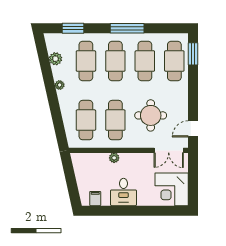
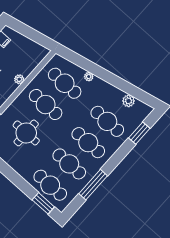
window: (127, 28) -> (93, 185), moved
plant: (60, 85) -> (89, 77), moved

